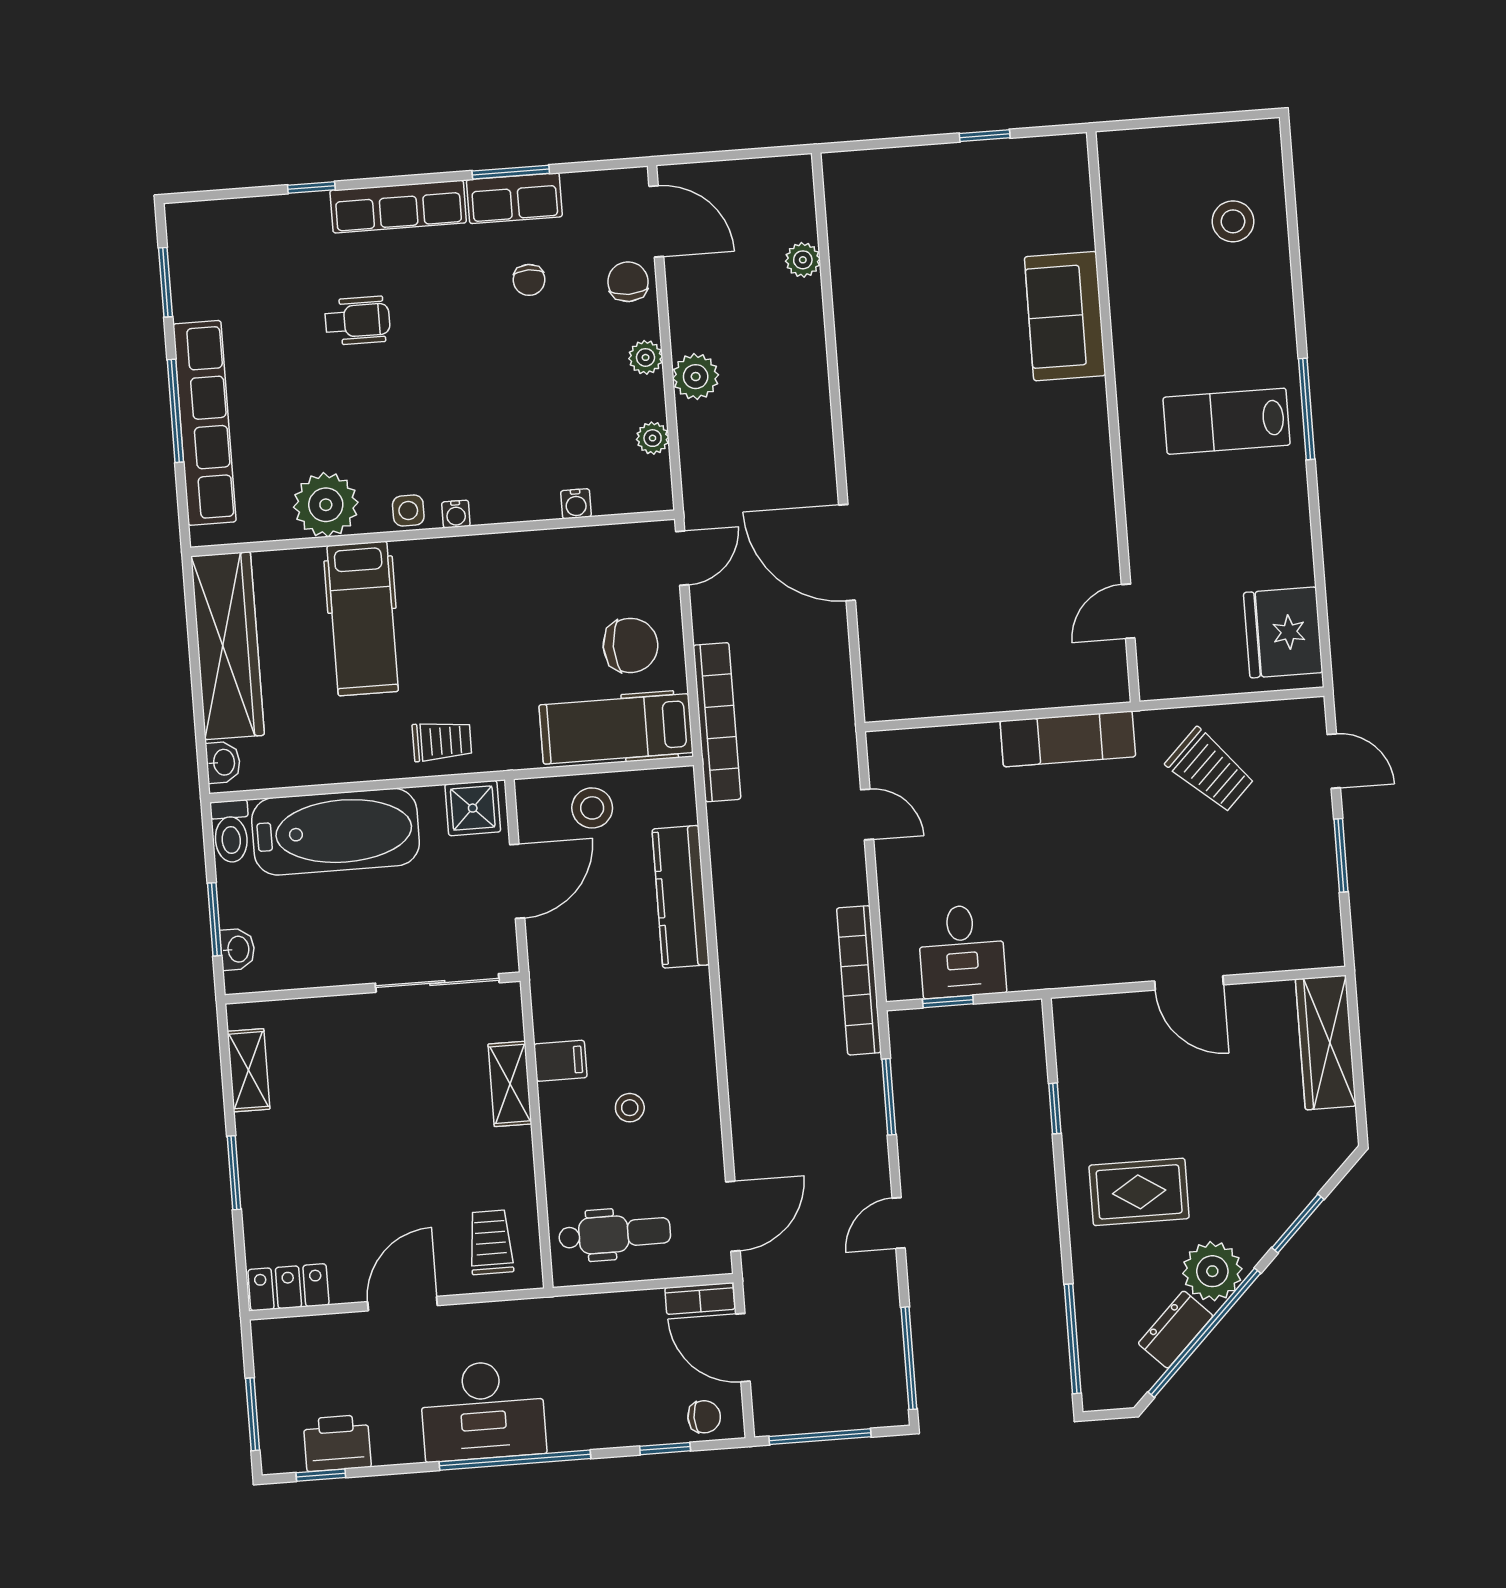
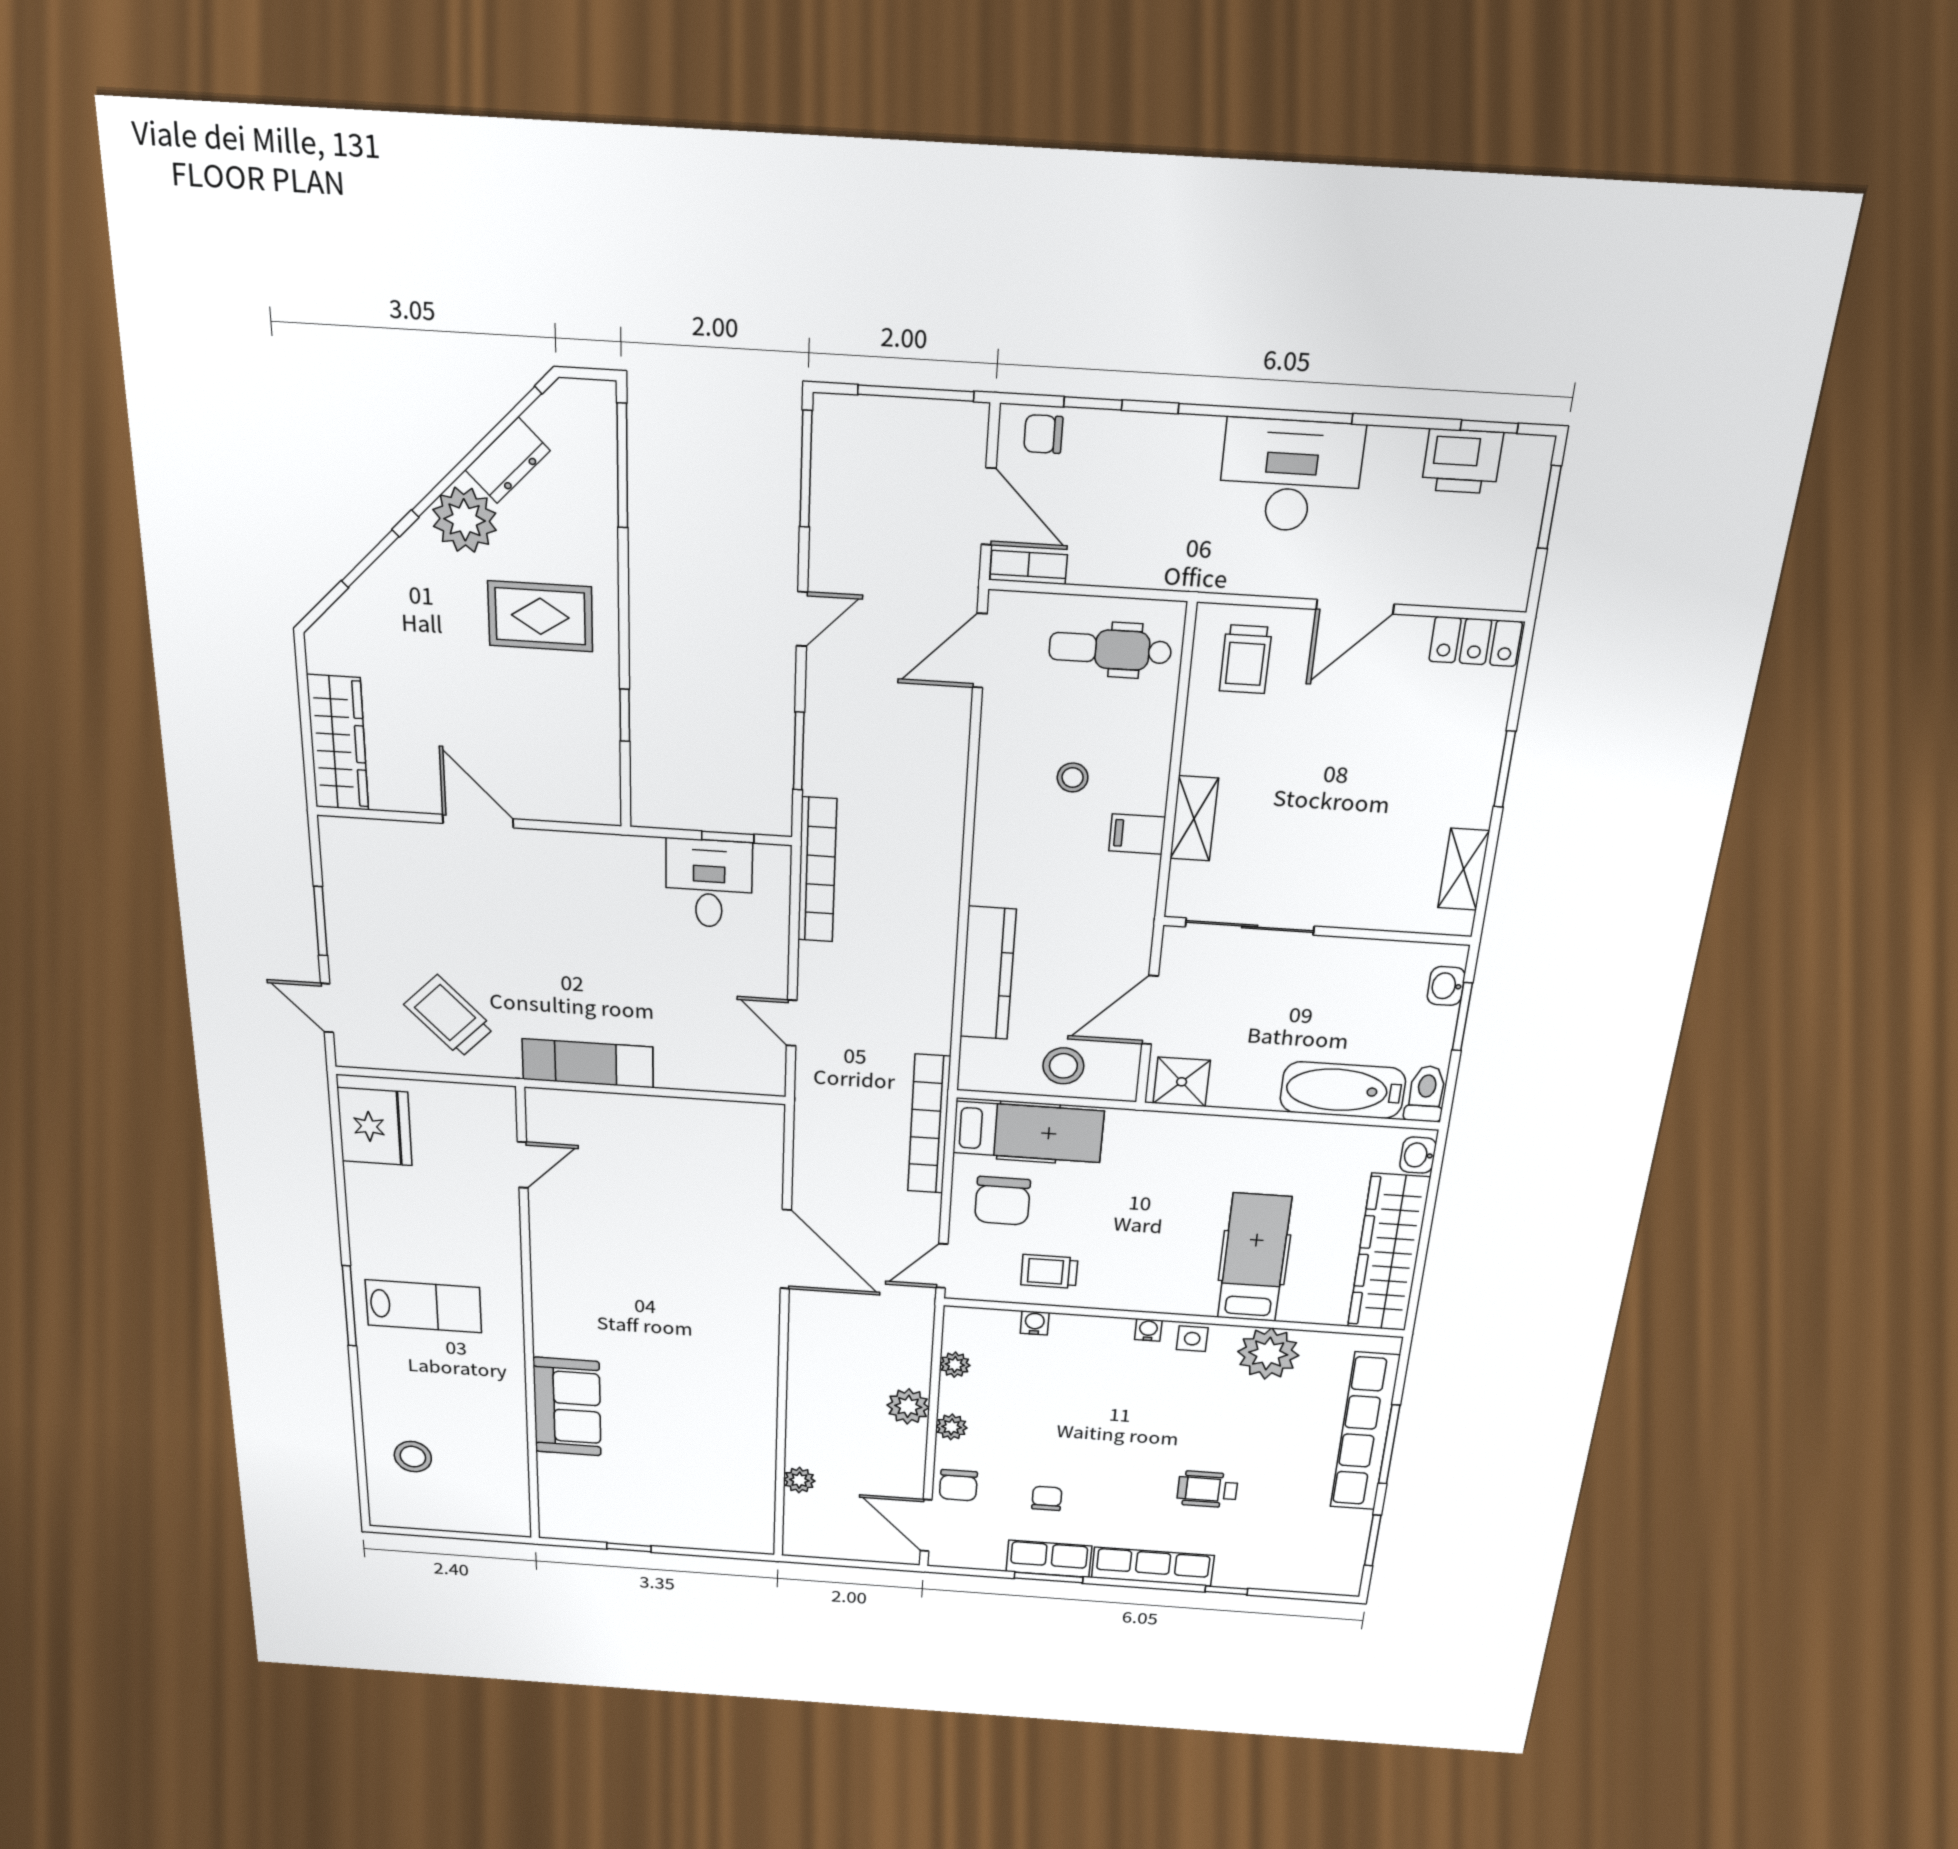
chair: (631, 645) -> (1003, 1201), turned -90
trolley: (442, 741) -> (1049, 1271), moved
bathtub: (336, 832) -> (1343, 1090), width x0.73, depth x0.73

